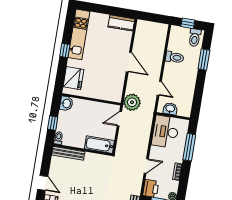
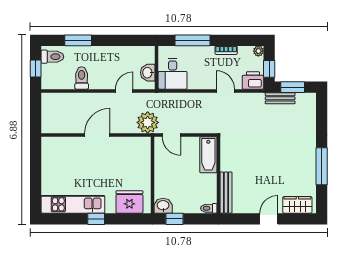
kitchen counter: (121, 23) -> (49, 153), removed
window: (53, 123) -> (175, 219), moved
desk: (165, 132) -> (173, 74), width x0.73

